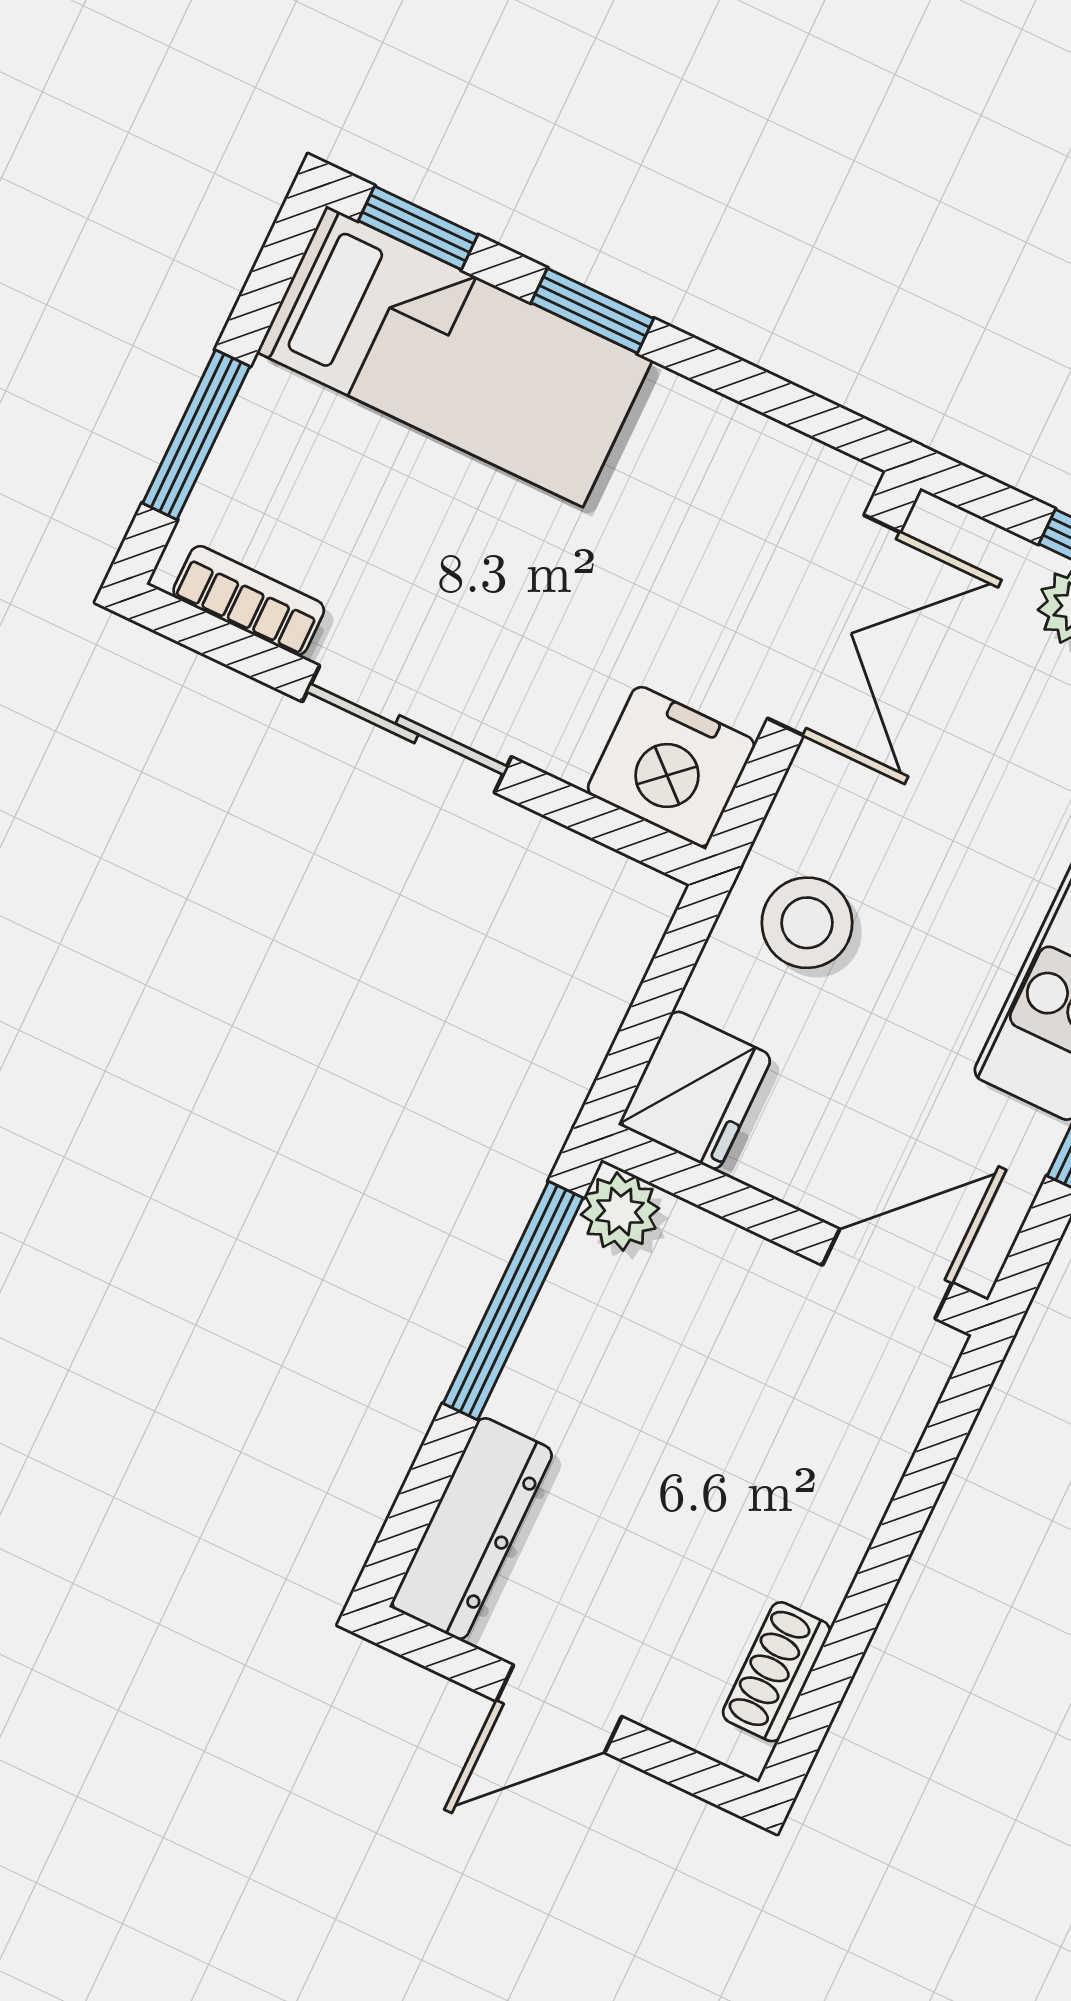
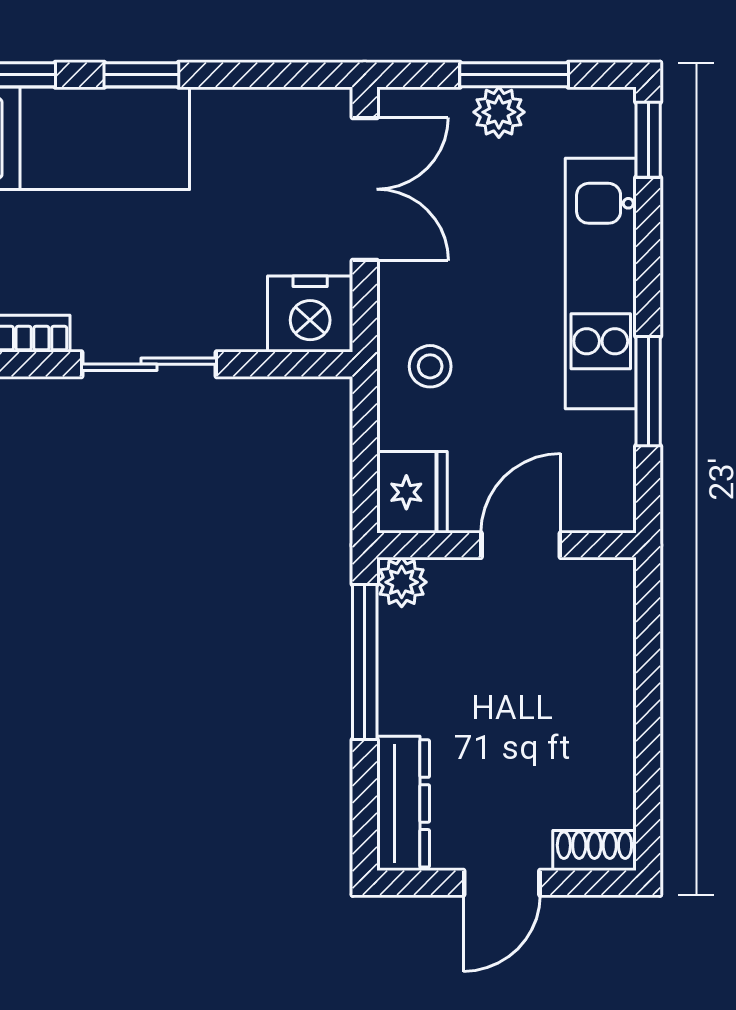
stool: (807, 923) -> (430, 366), width x0.73, depth x0.73
door: (887, 1274) -> (521, 545), moved
shoe rack: (776, 1672) -> (594, 851), moved, turned 90

